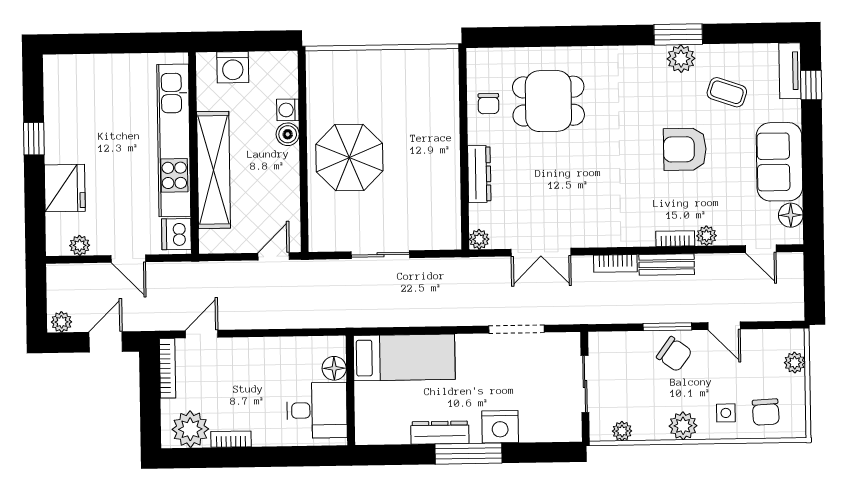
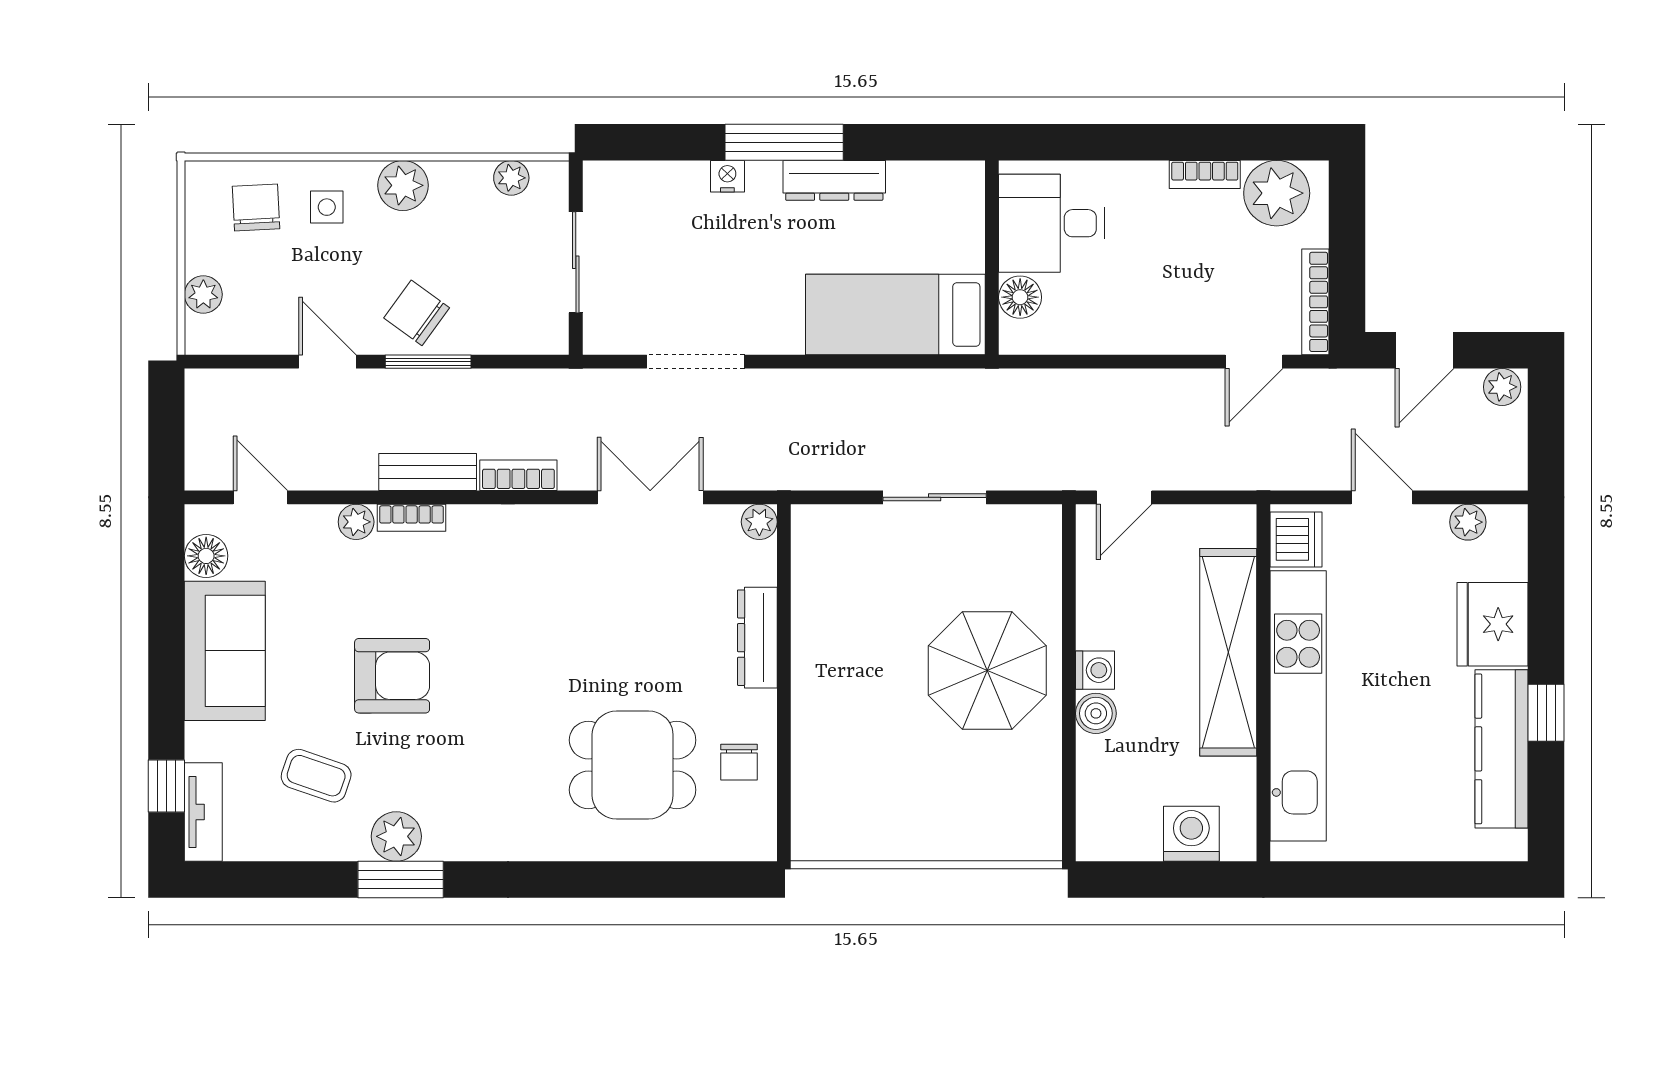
chair: (488, 104) -> (739, 762), turned 180
washing machine: (288, 110) -> (1095, 670), moved
kitchen counter: (59, 118) -> (1502, 749), added
nightstand: (500, 427) -> (727, 176), width x0.53, depth x0.56

